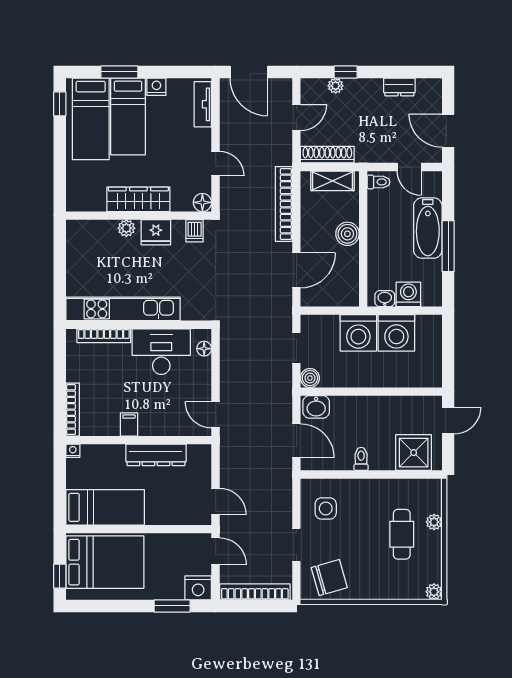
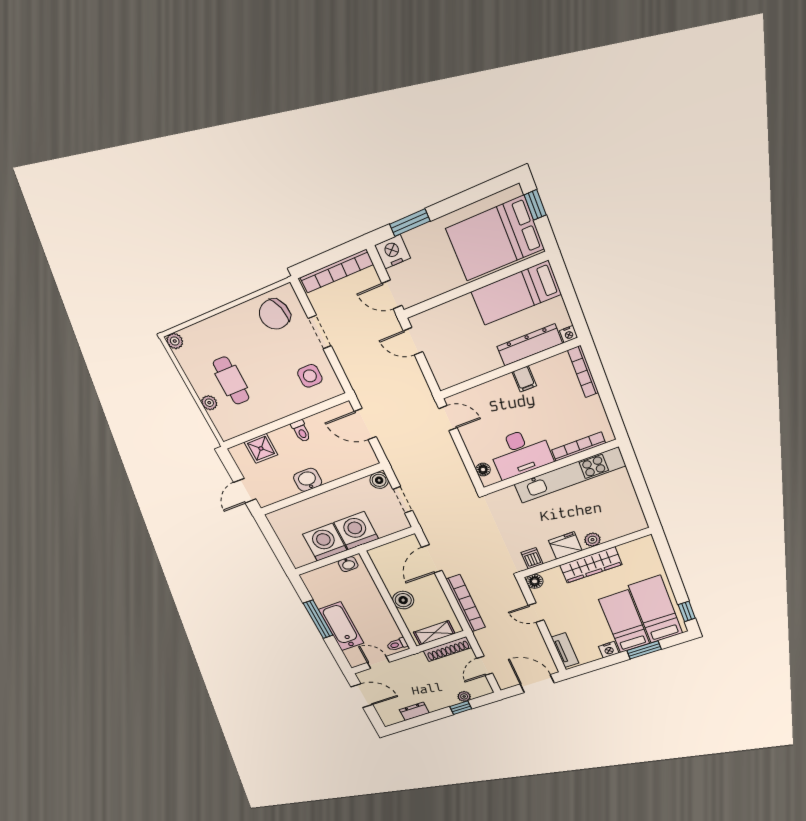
washing machine: (408, 294) -> (331, 574), removed
washbasin: (316, 407) -> (308, 480), moved
shower: (414, 453) -> (261, 448), width x0.73, depth x0.73
dresser: (156, 455) -> (530, 345), moved

